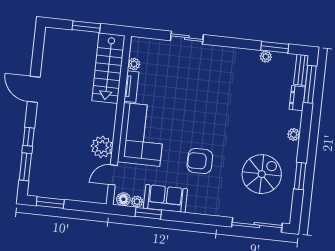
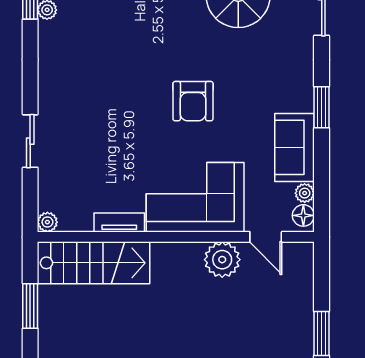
plant: (134, 64) -> (47, 222), moved
armchair: (200, 161) -> (193, 101), moved
window: (148, 213) -> (322, 107), moved

